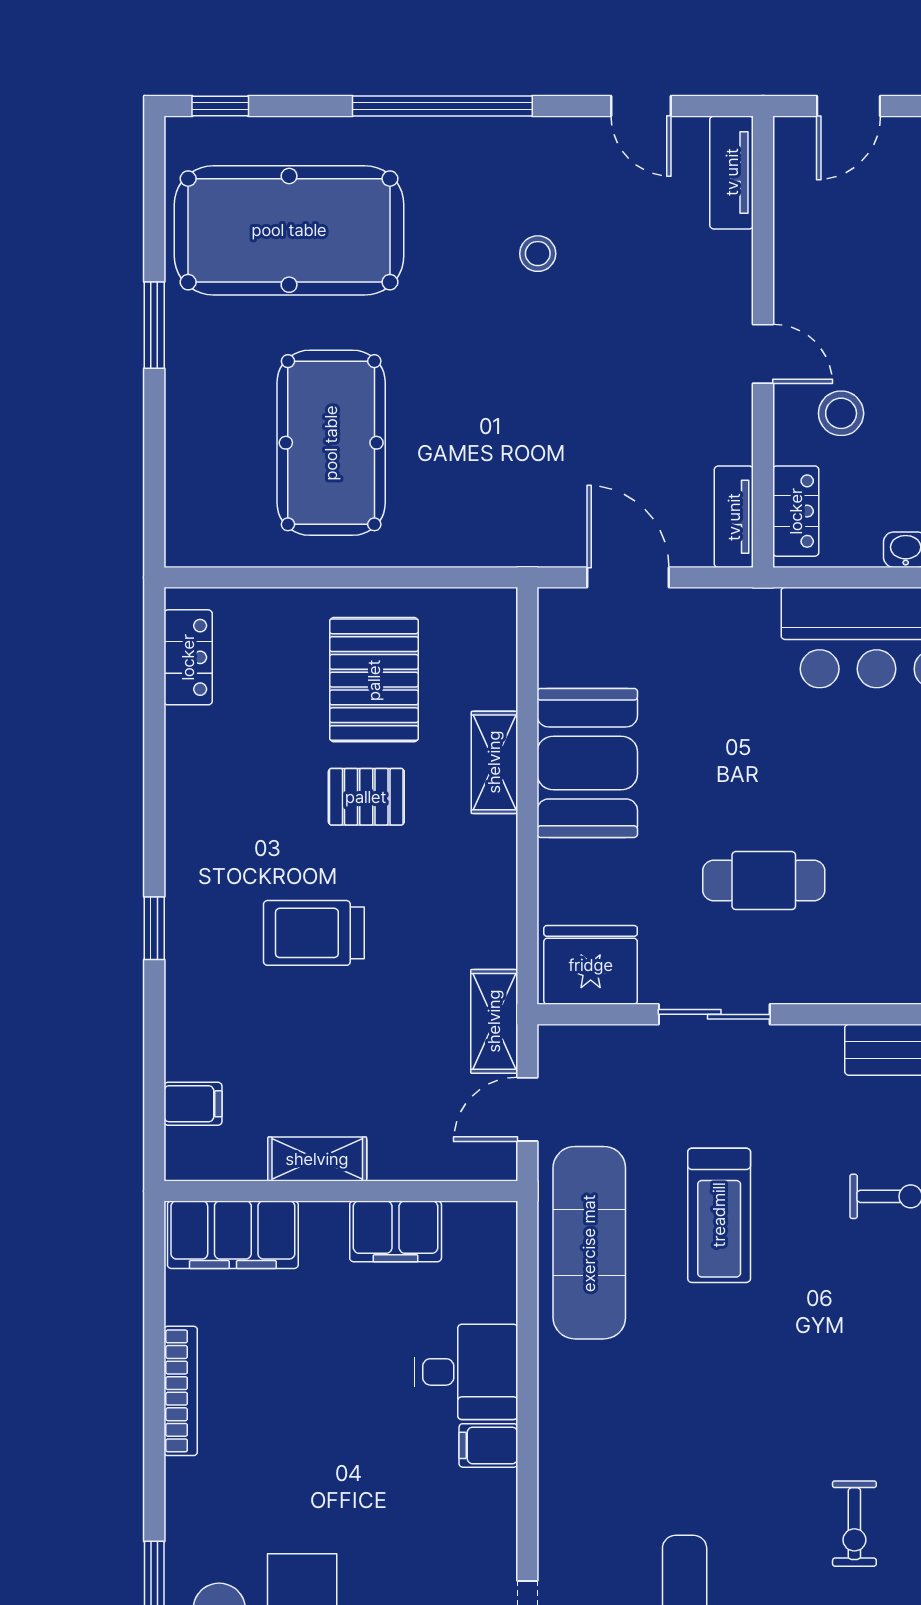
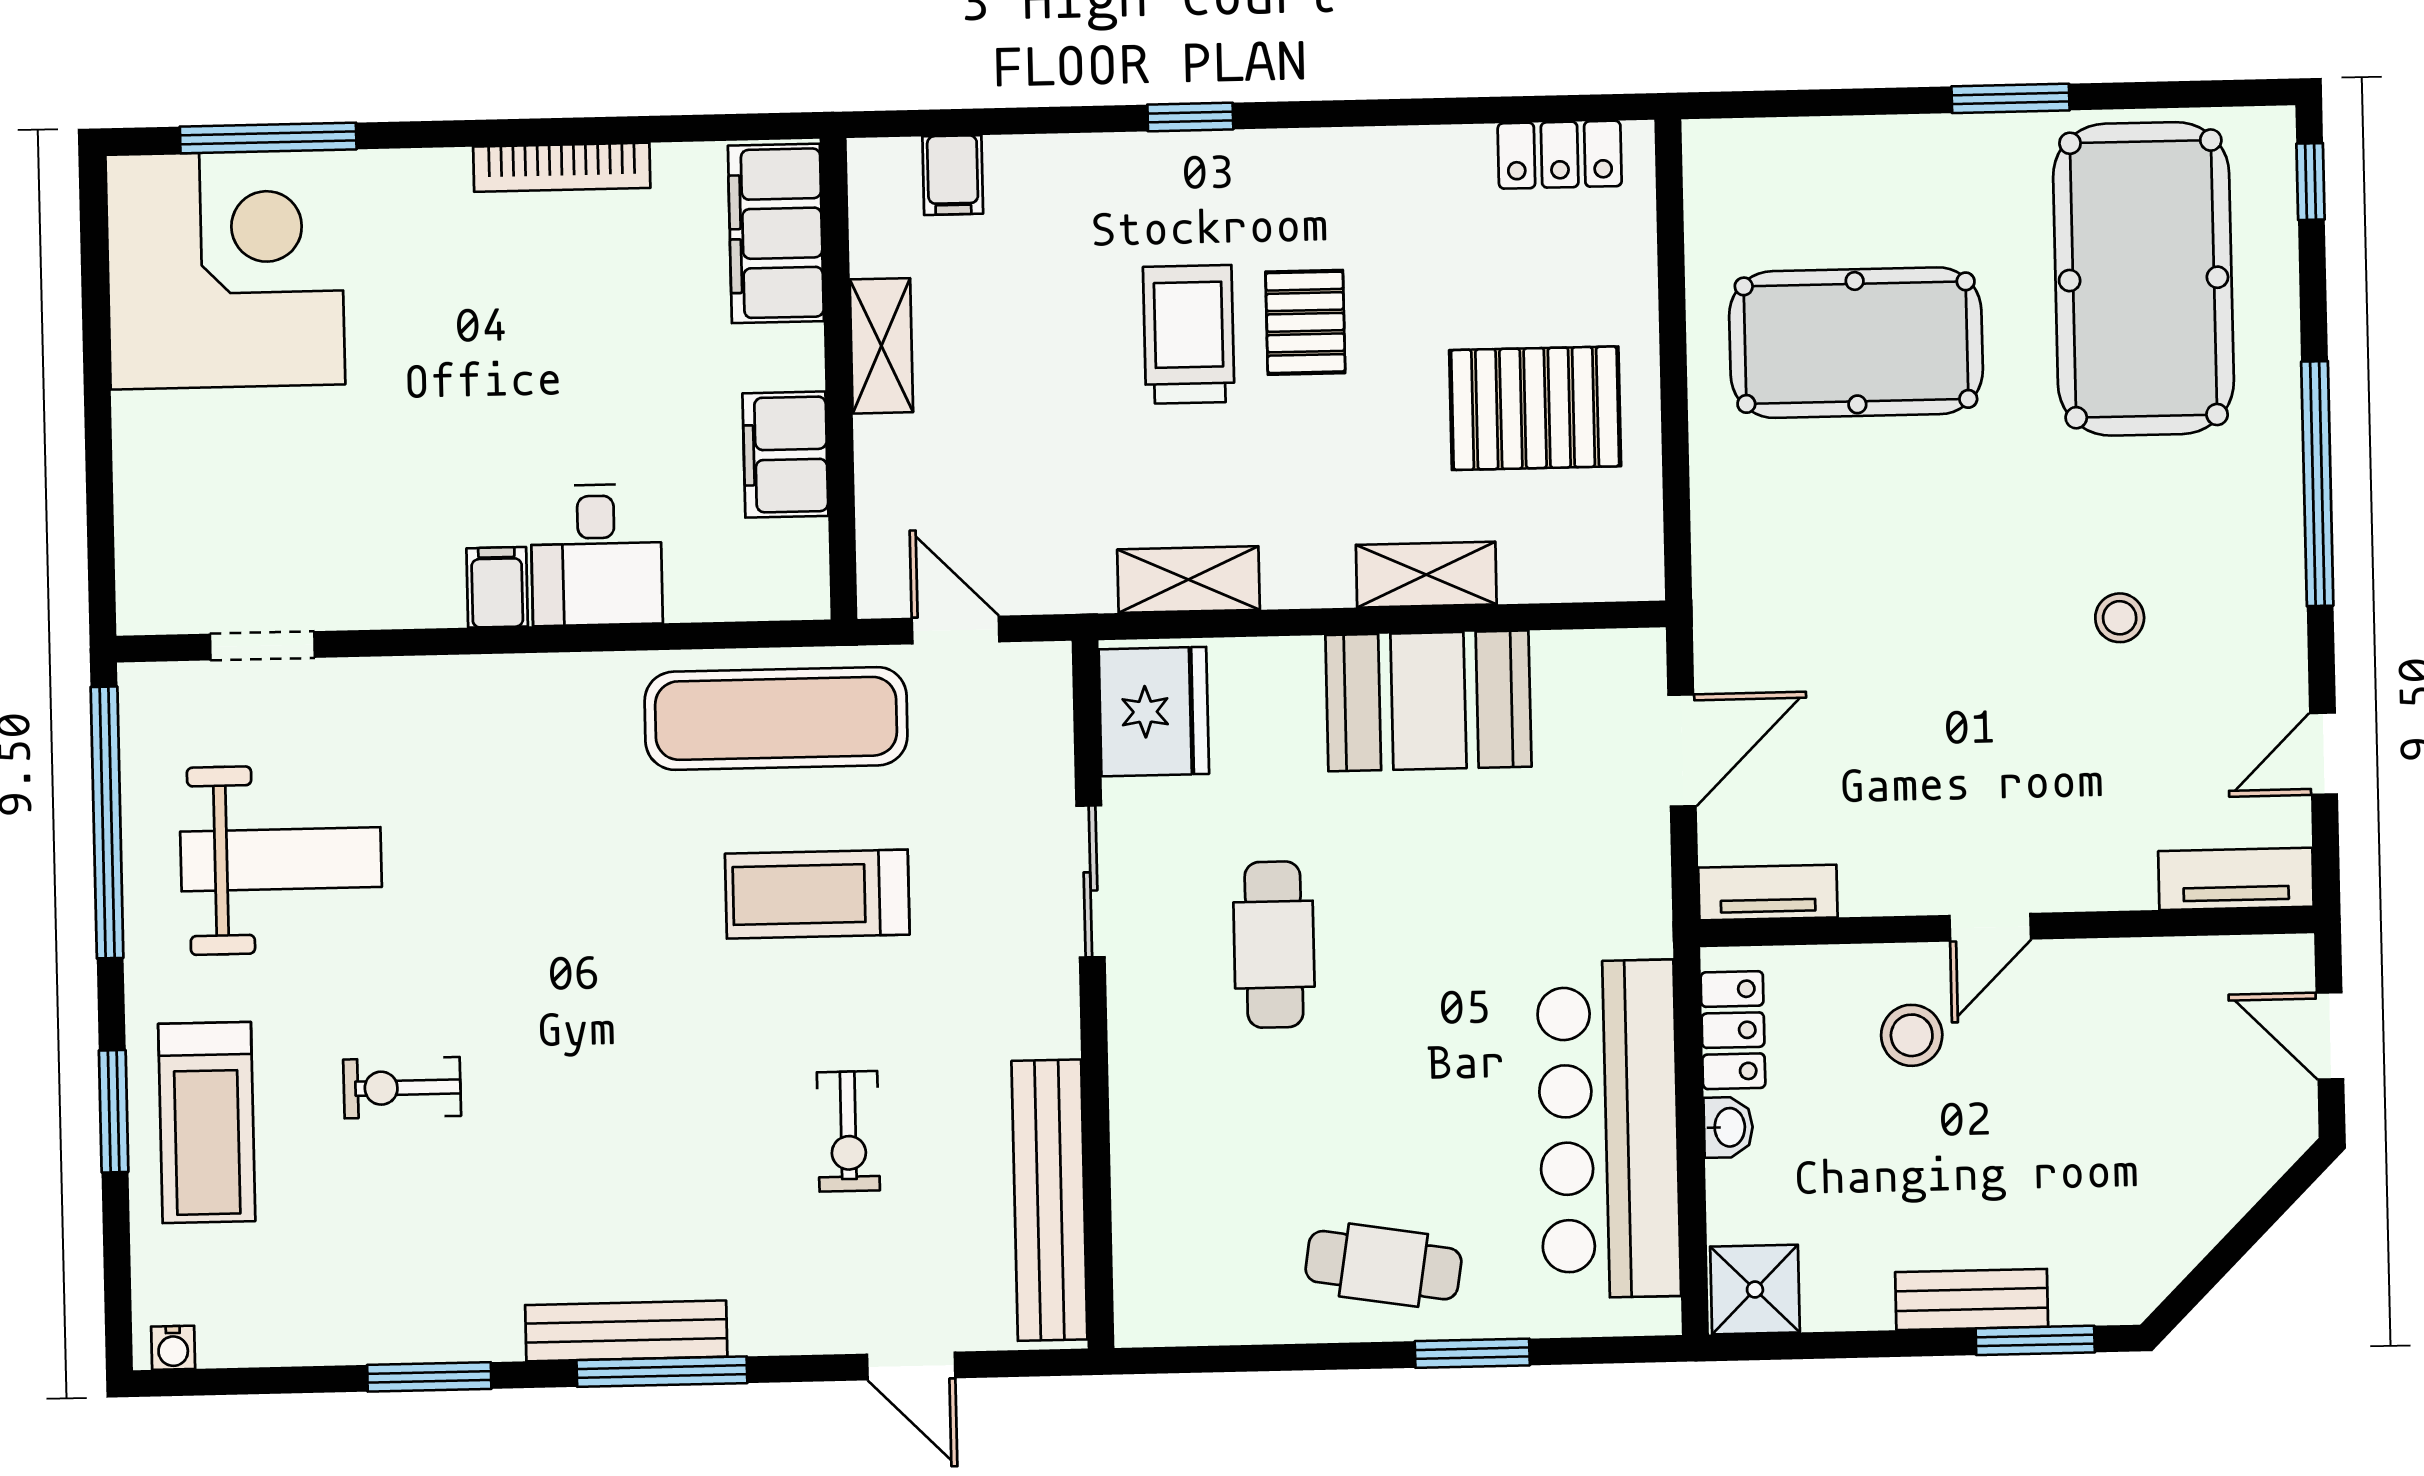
locker: (796, 511) -> (1733, 1030), moved, turned -90
pallet: (366, 797) -> (1305, 322), moved
shelving: (494, 1021) -> (1189, 580), moved

